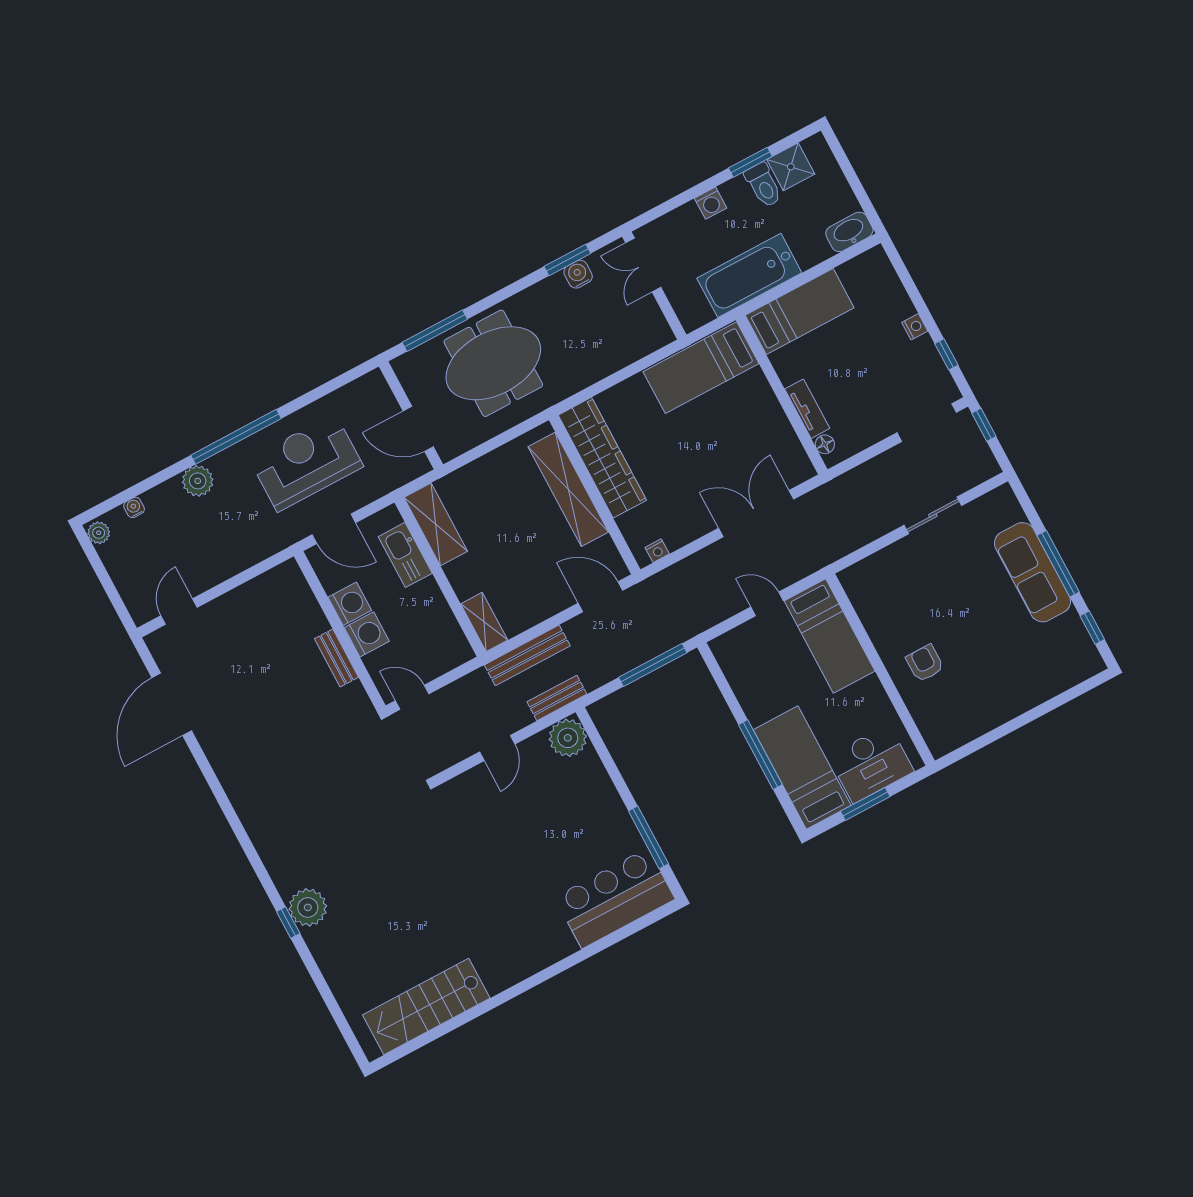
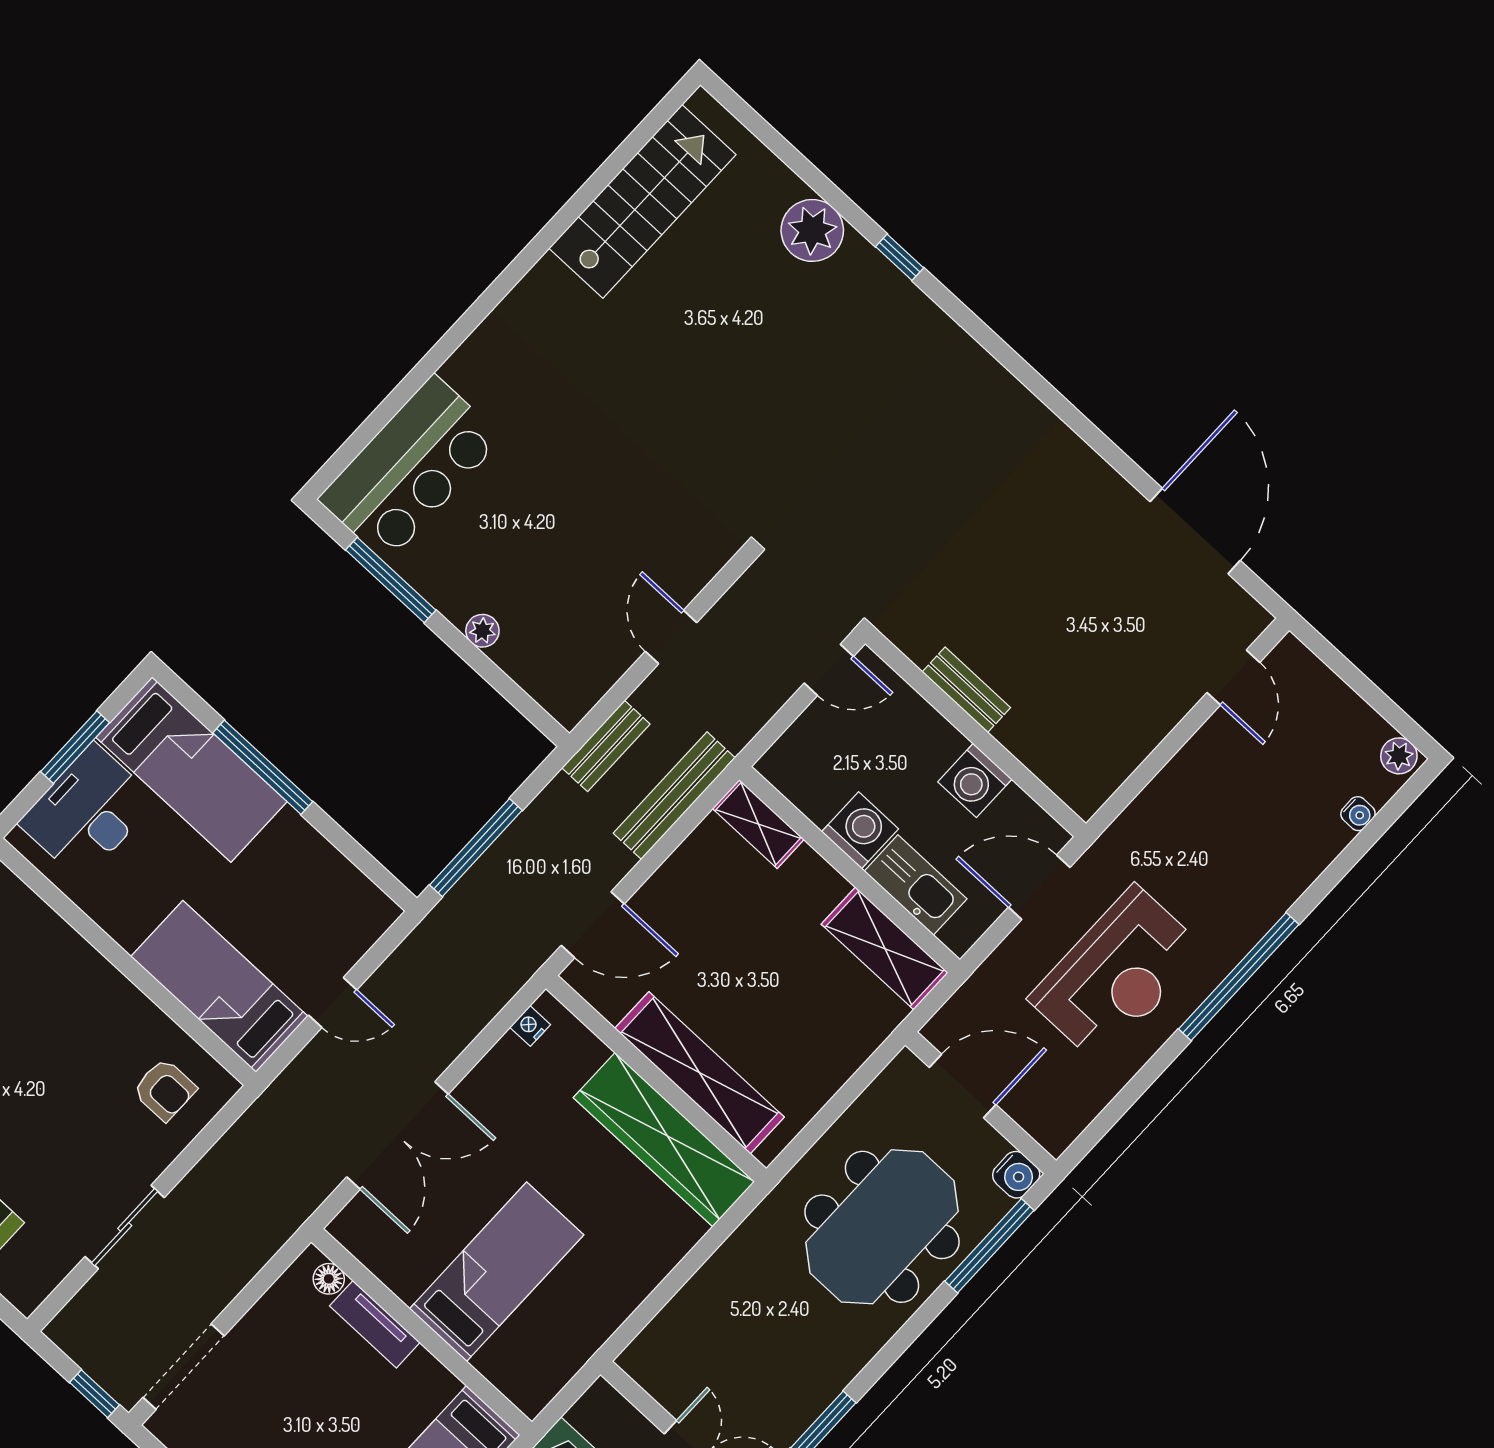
water cooler: (578, 274) -> (1016, 1175), moved
bed: (701, 368) -> (497, 1272), moved
plant: (198, 481) -> (1274, 888), removed
washing machine: (367, 634) -> (860, 830), moved, turned 180
armchair: (925, 663) -> (165, 1090), moved
plant: (568, 738) -> (482, 631), moved, width x0.53, depth x0.53
plant: (308, 907) -> (812, 230), moved

